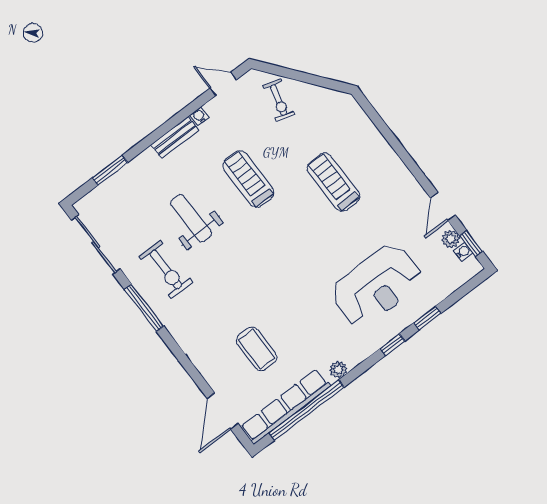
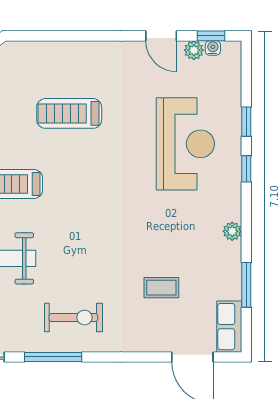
exercise bike: (166, 269) -> (73, 318), moved
coffee table: (257, 349) -> (161, 288), width x0.73, depth x0.77
row of seats: (285, 406) -> (229, 327), width x0.50
window: (306, 410) -> (246, 285), width x0.47

